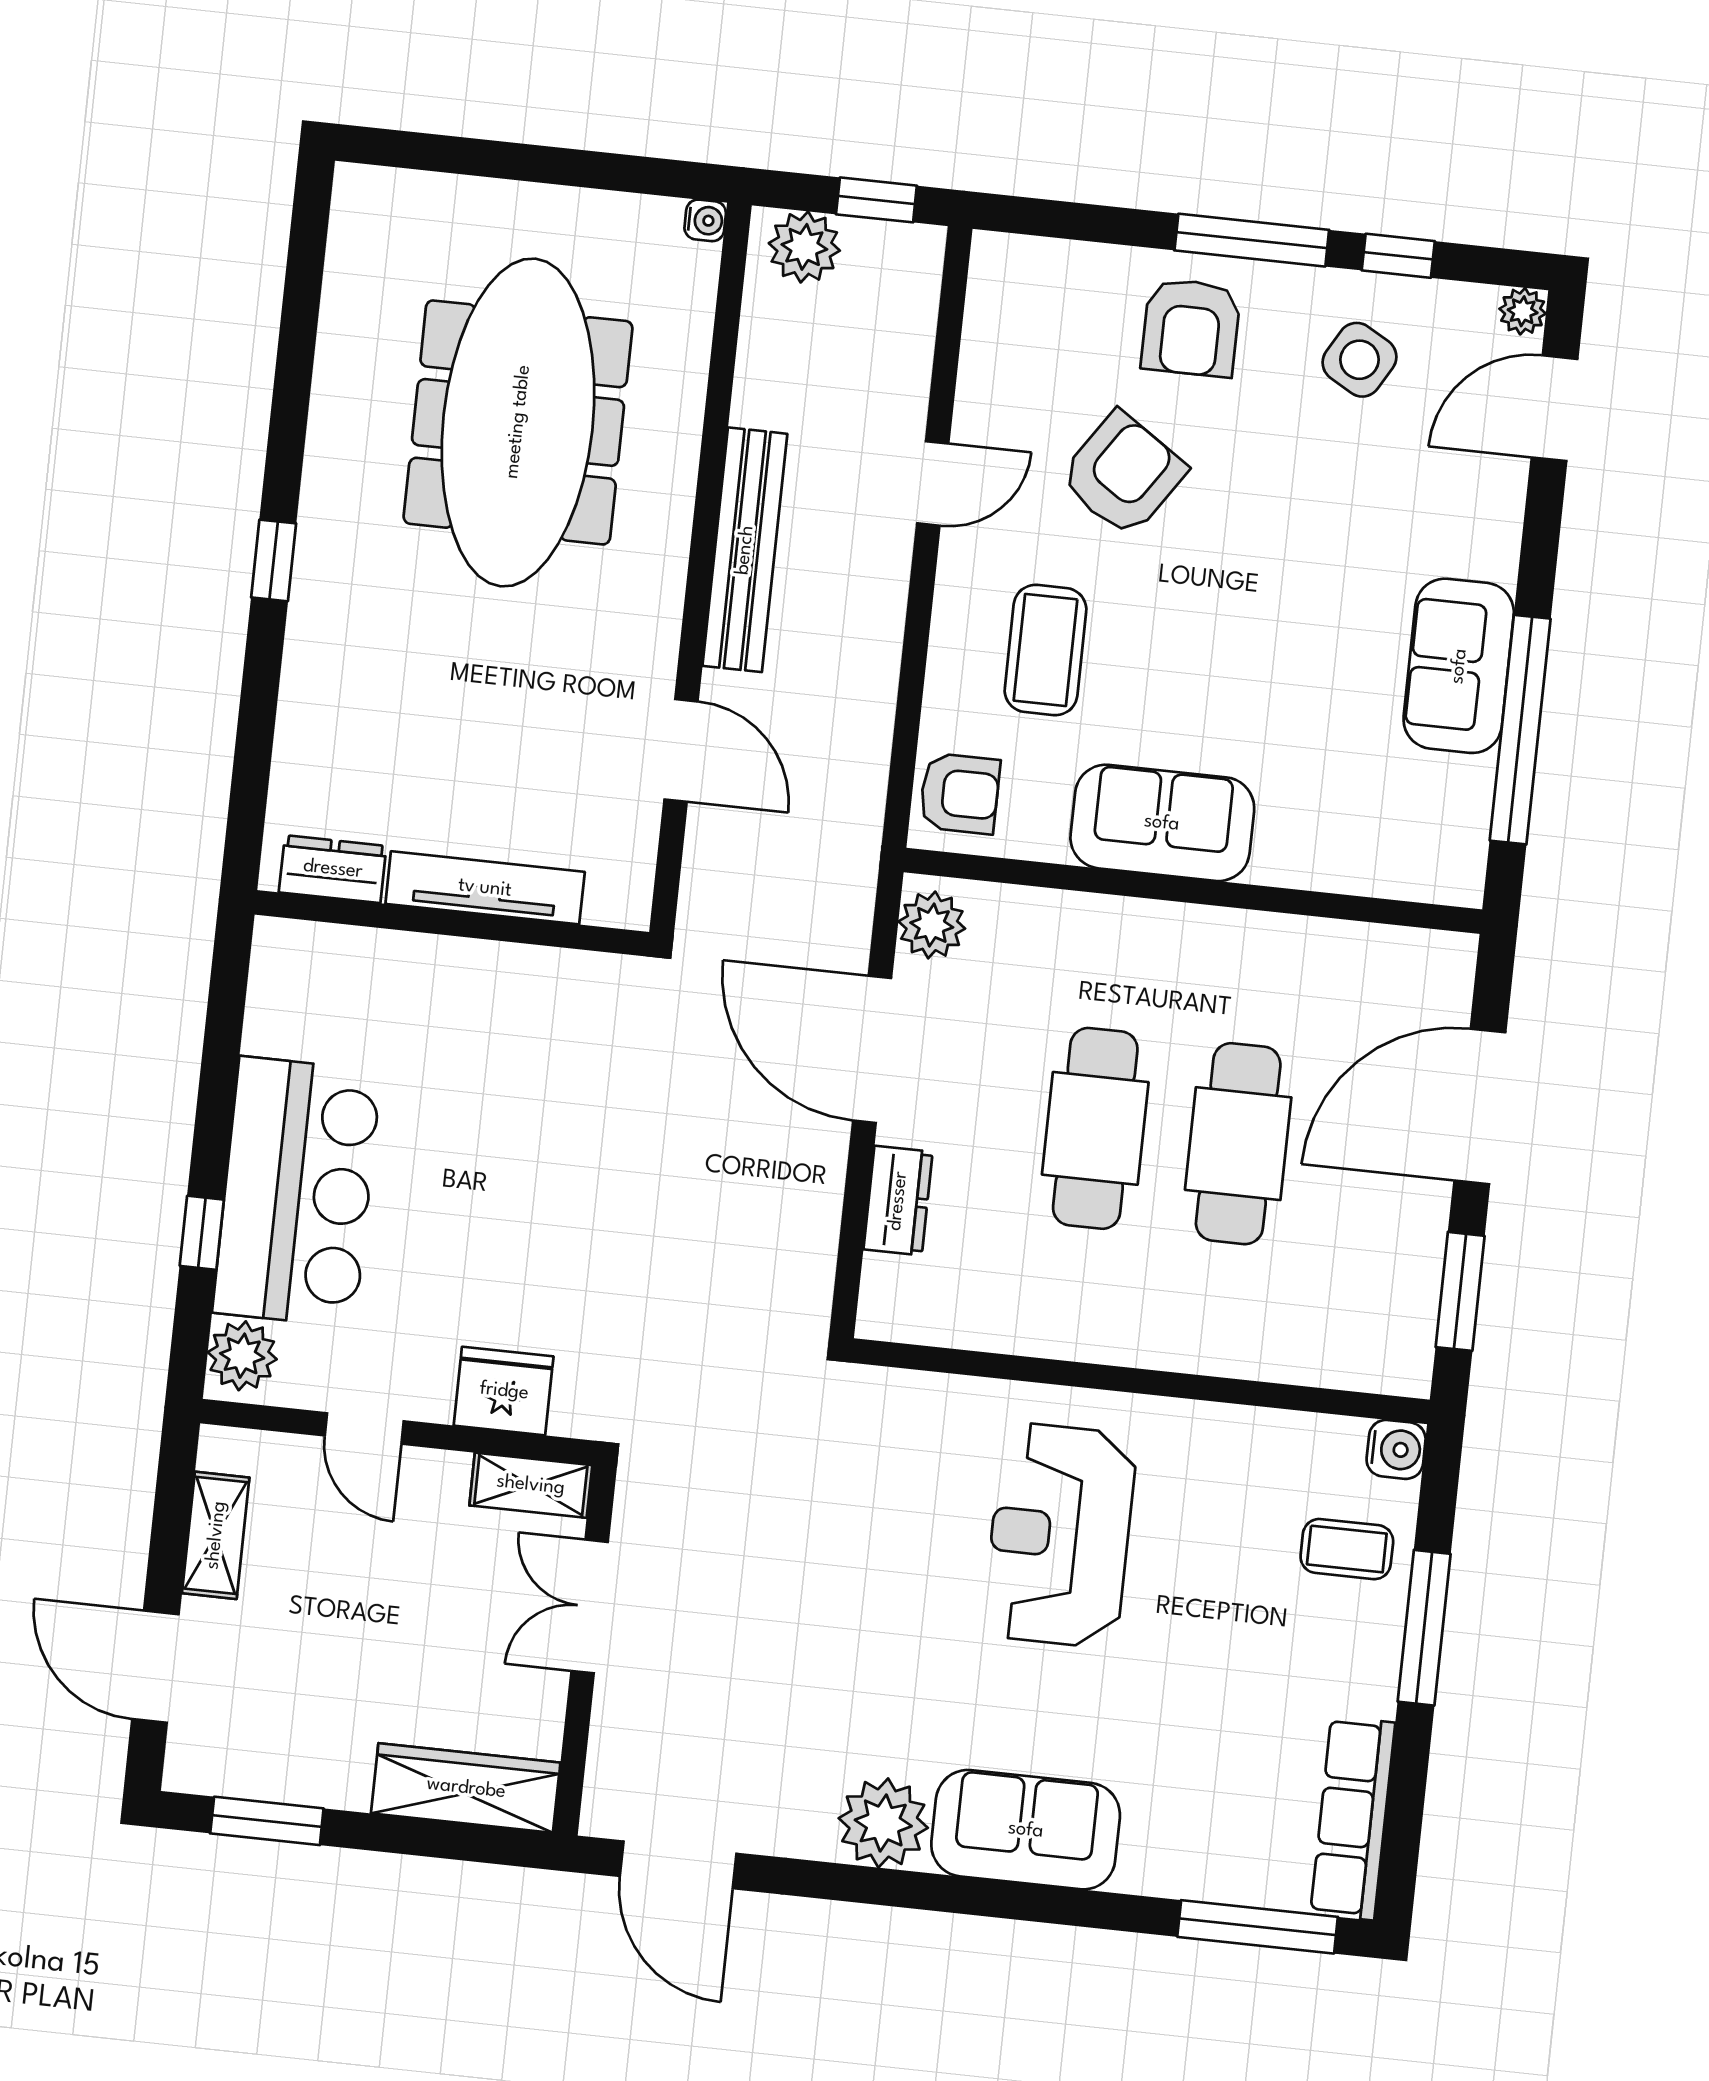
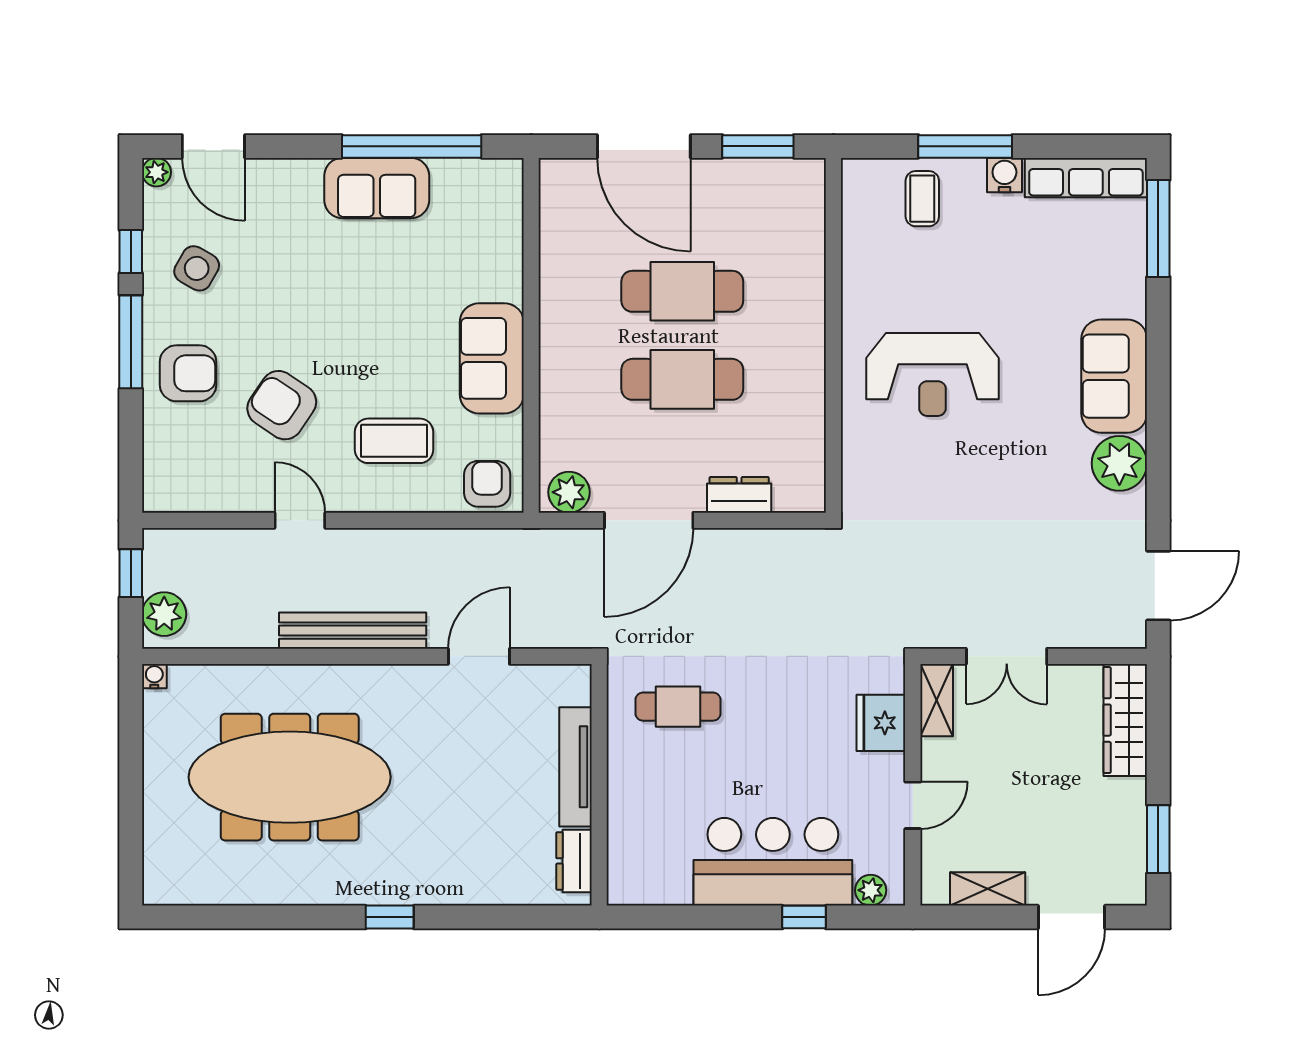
cafe table: (565, 1065) -> (678, 707), added
plant: (242, 1356) -> (871, 890), width x0.73, depth x0.73
water cooler: (1396, 1449) -> (1004, 175), moved

